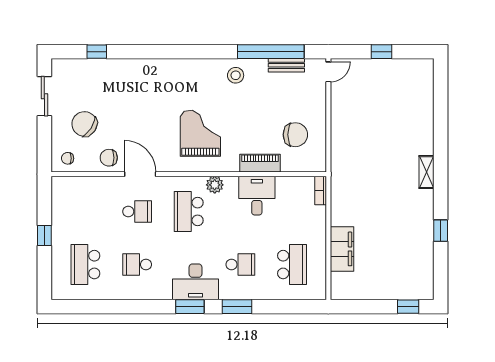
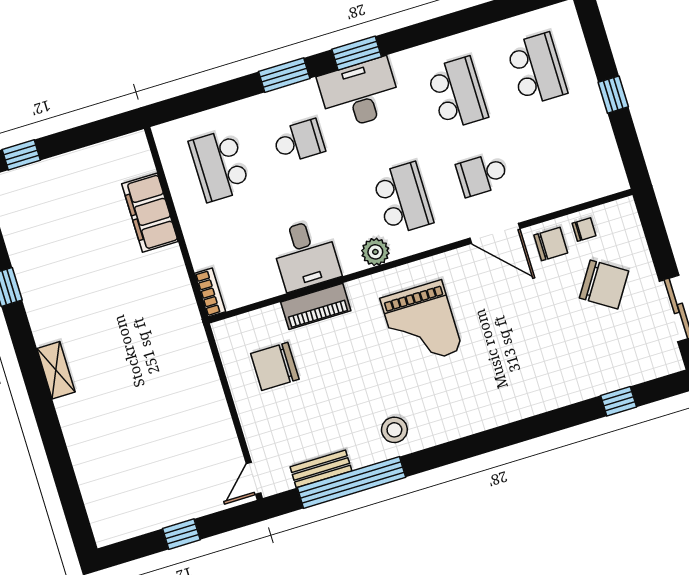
chair: (68, 158) -> (584, 229), moved
school desk: (137, 265) -> (457, 93), width x1.85
school desk: (240, 265) -> (299, 141), turned 180

